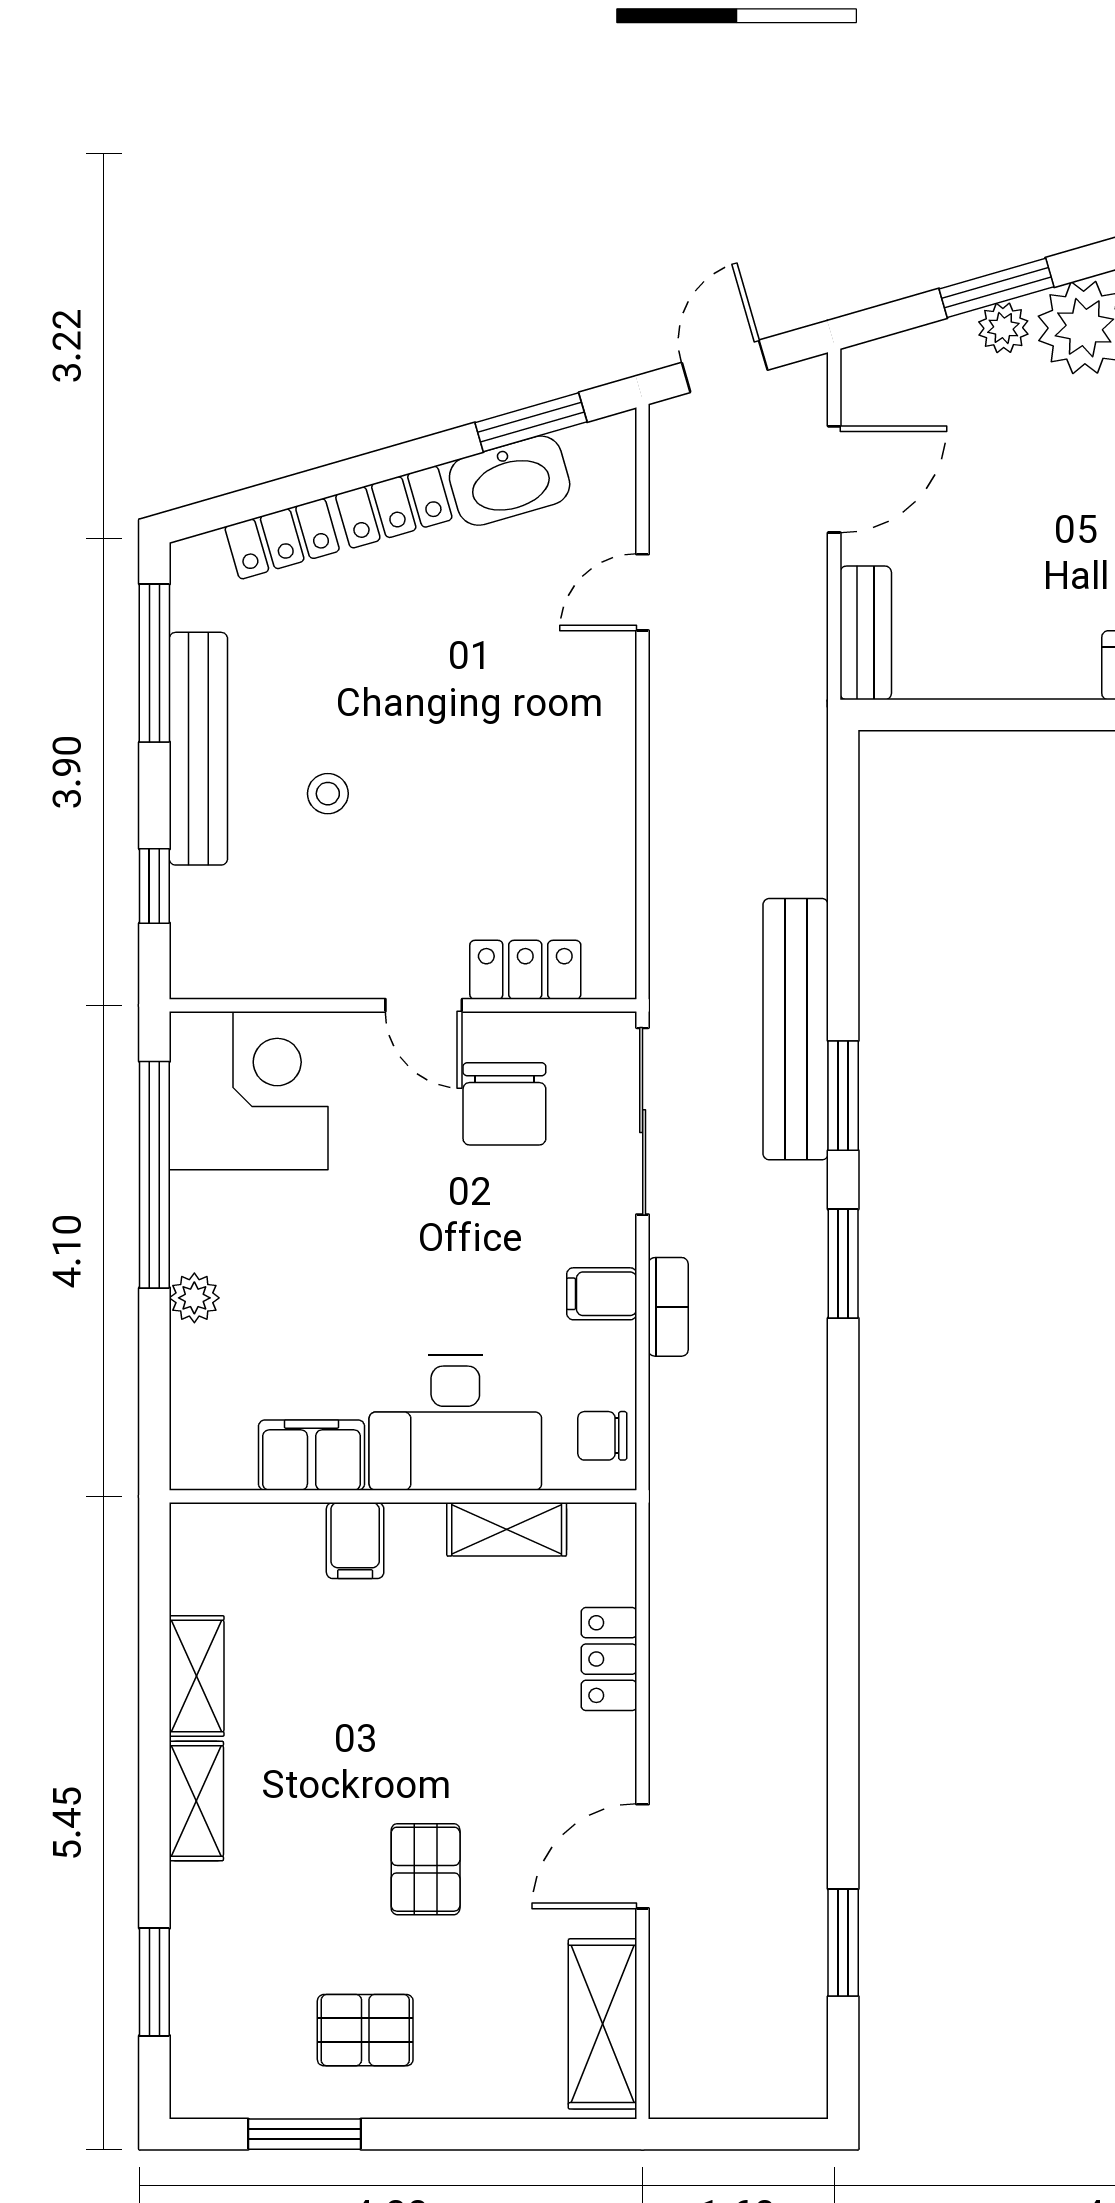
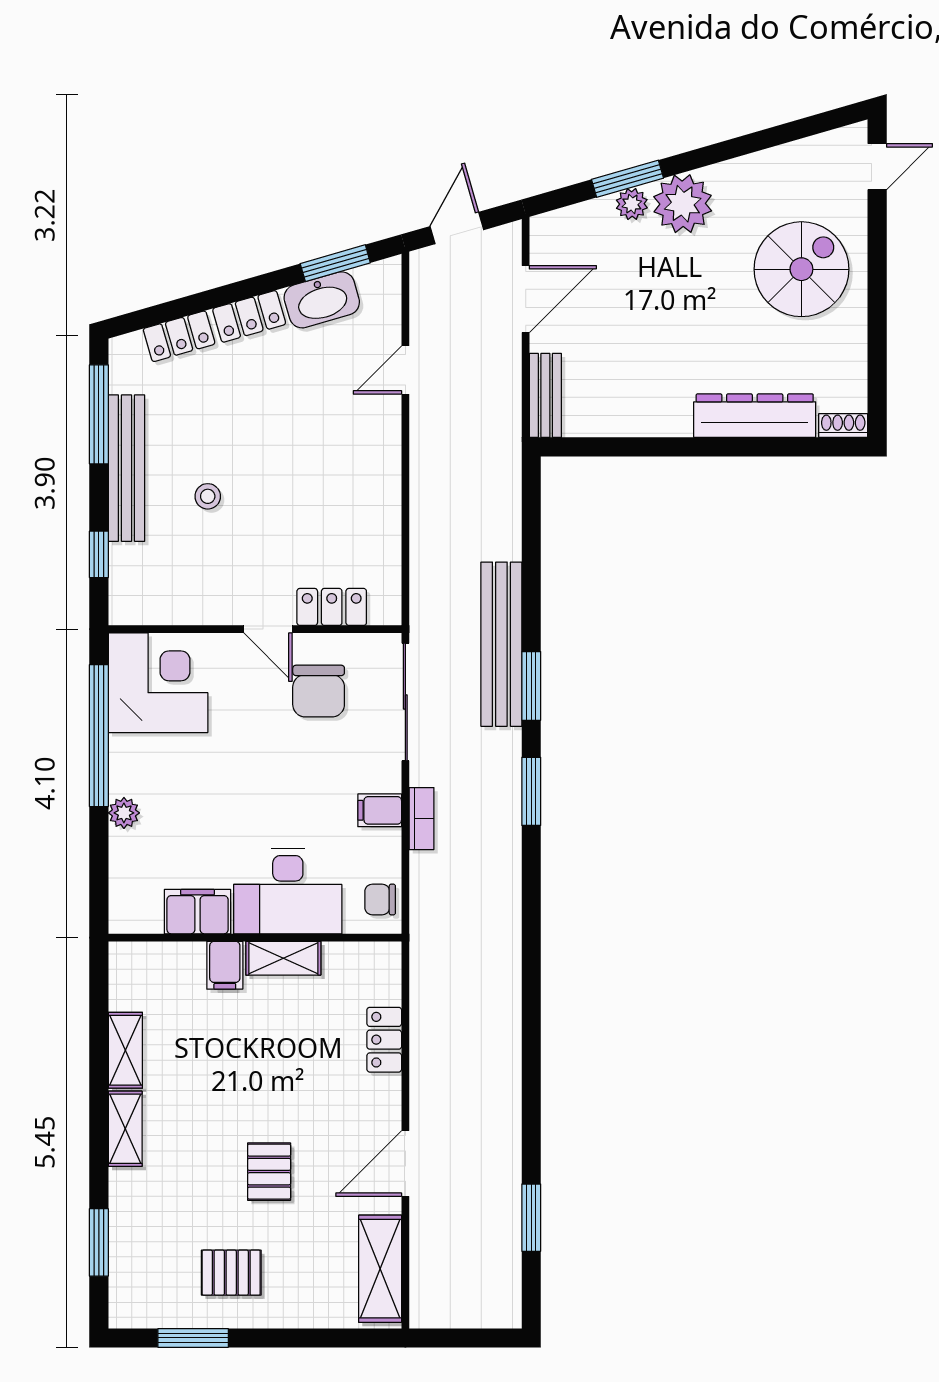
shelving: (507, 1529) -> (283, 958), moved

